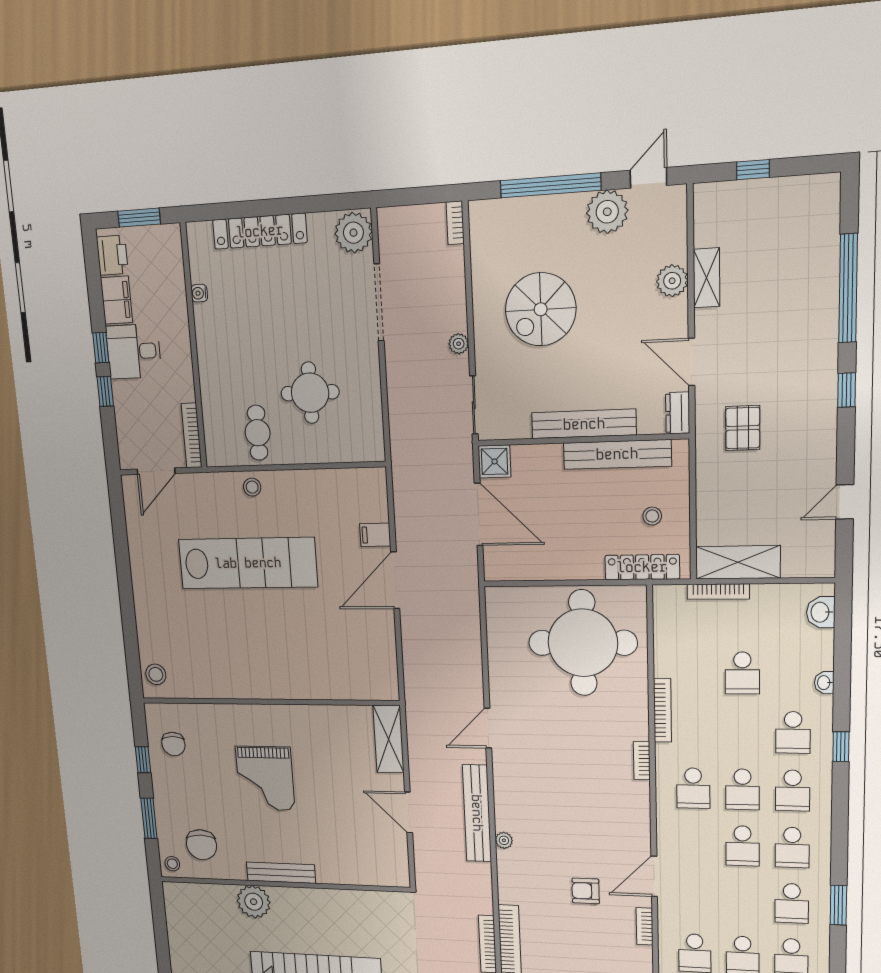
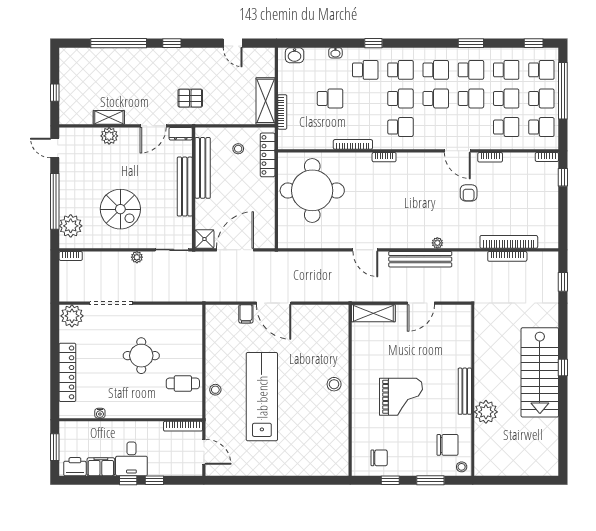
plant: (607, 212) -> (71, 226), moved
round table: (310, 393) -> (141, 356), moved
stool: (156, 674) -> (334, 384), moved
school desk: (743, 901) -> (471, 98), added

